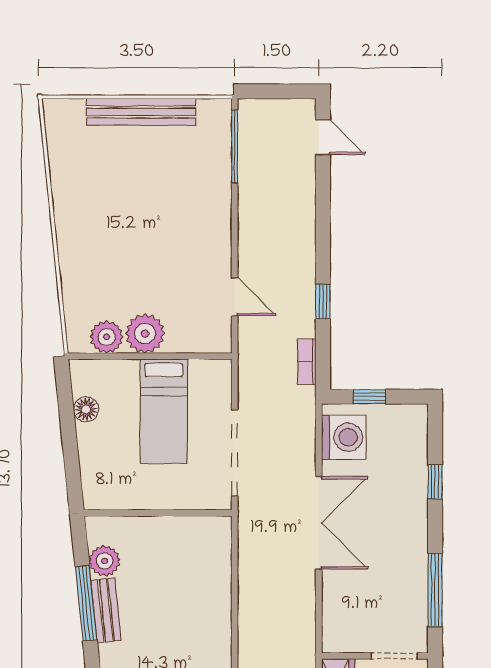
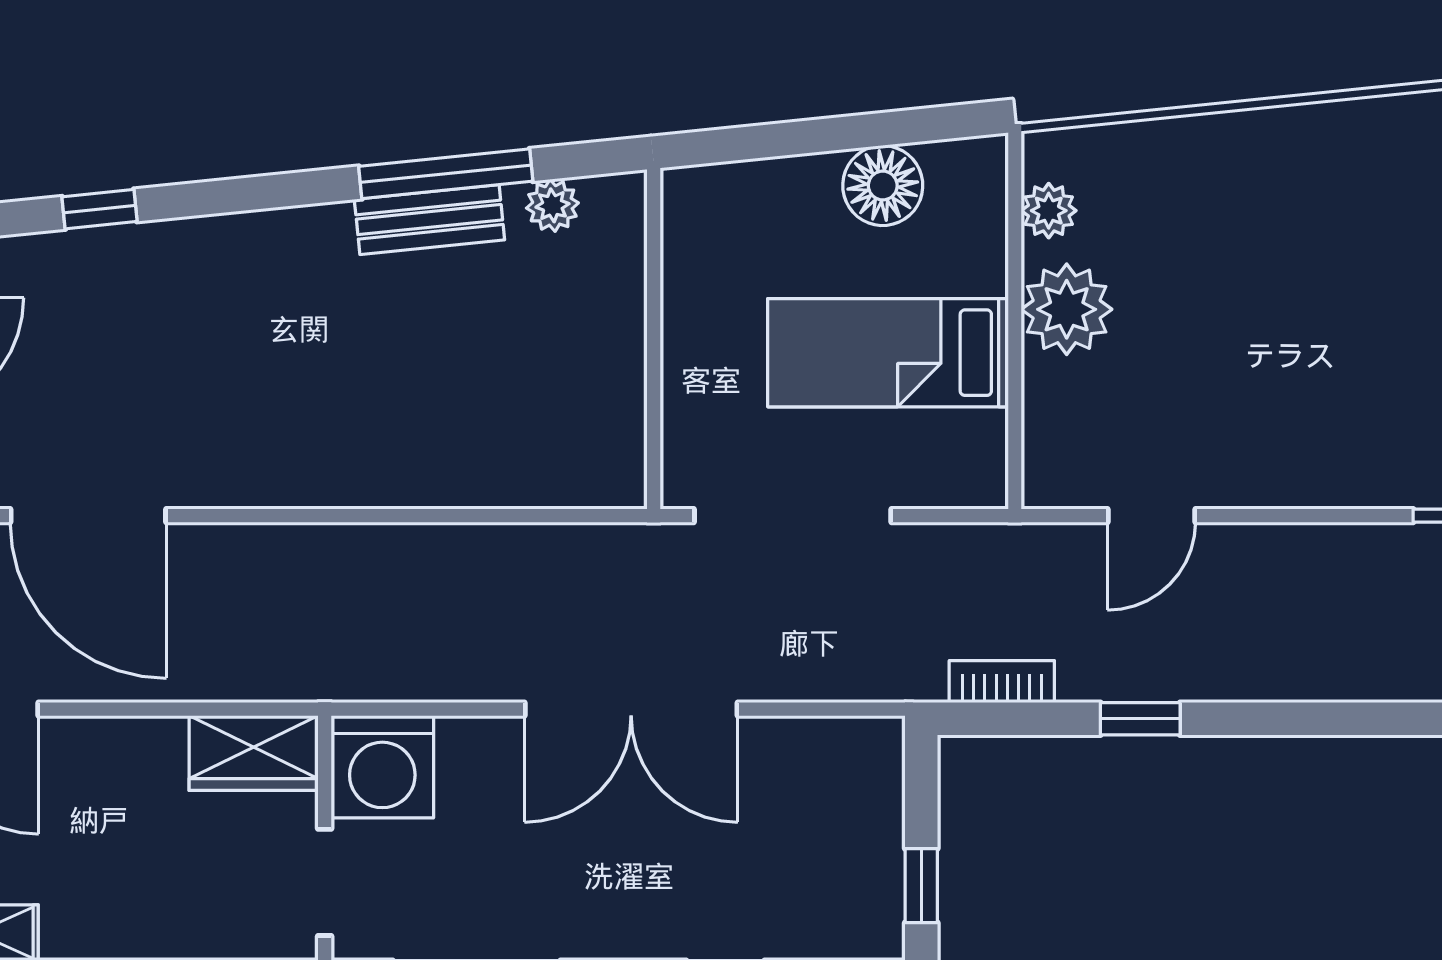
plant: (107, 337) -> (1049, 211), width x0.73, depth x0.73
window: (370, 397) -> (921, 886), moved
floor lamp: (86, 409) -> (883, 186), width x1.38, depth x1.38
washing machine: (344, 437) -> (382, 767), moved
plant: (105, 561) -> (552, 205), width x0.73, depth x0.73

